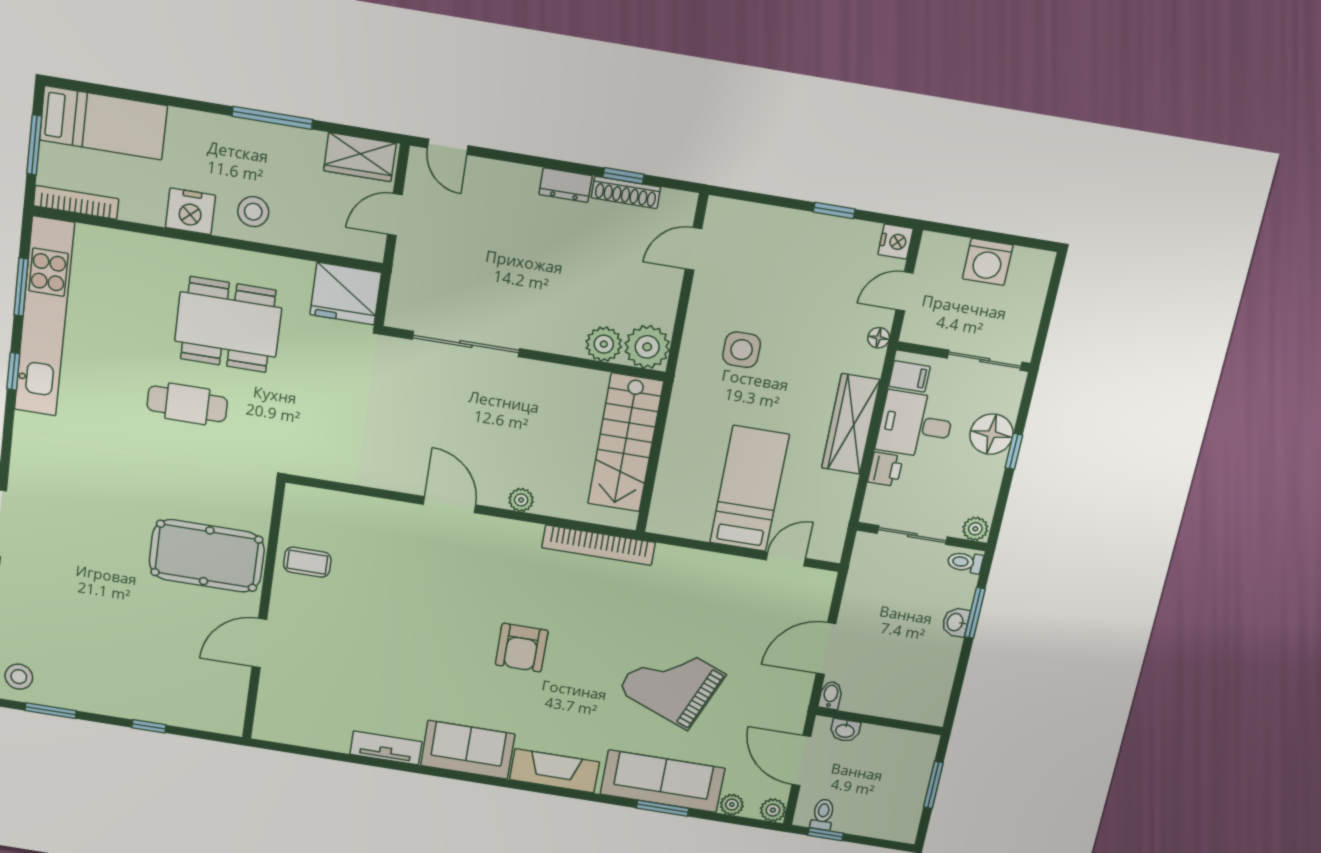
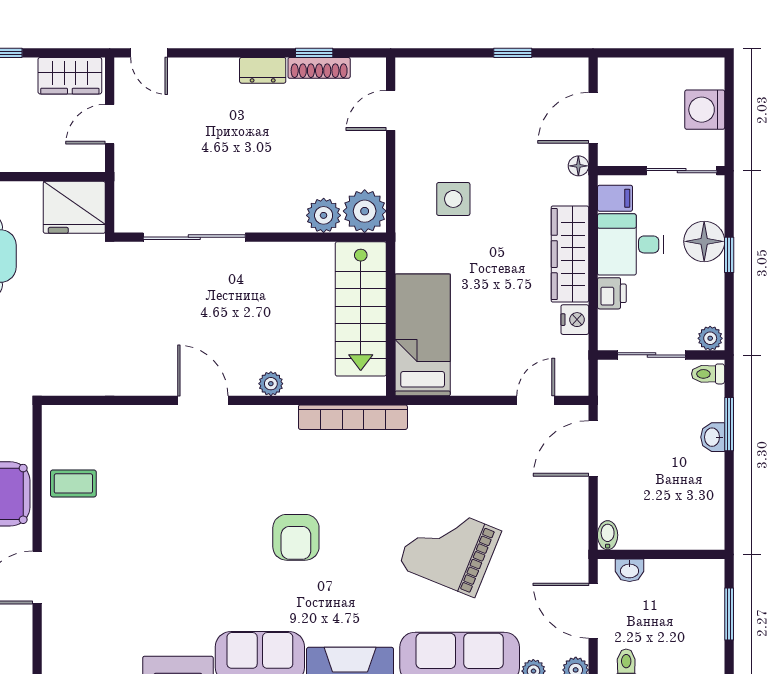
nightstand: (896, 241) -> (575, 320), moved
washing machine: (988, 262) -> (705, 110), moved, turned 90
door: (905, 291) -> (593, 118), width x1.38
bed: (749, 489) -> (423, 335), moved
door: (826, 649) -> (593, 448), moved

